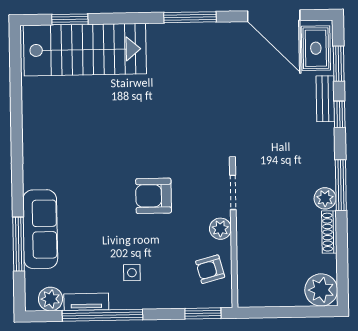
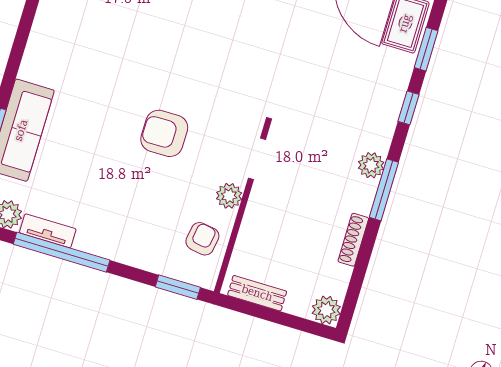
bench: (325, 99) -> (257, 293), moved, turned 90
plant: (325, 198) -> (371, 165), moved
armchair: (210, 269) -> (202, 239), turned 114
side table: (132, 273) -> (111, 214), removed
plant: (321, 290) -> (326, 310), width x0.73, depth x0.73

